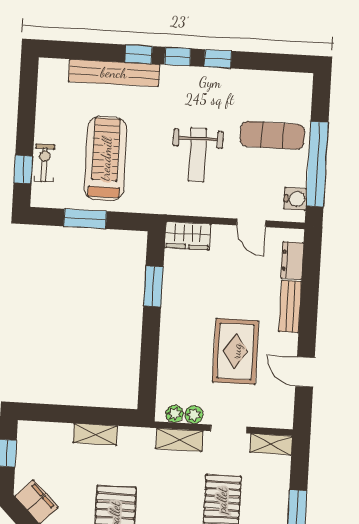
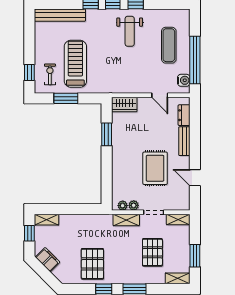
bench: (114, 73) -> (60, 15), moved
exercise mat: (272, 135) -> (169, 45), turned 90
weight bench: (197, 155) -> (130, 31), moved
exercise bike: (44, 163) -> (50, 74), moved
shelving: (95, 434) -> (47, 220), moved

